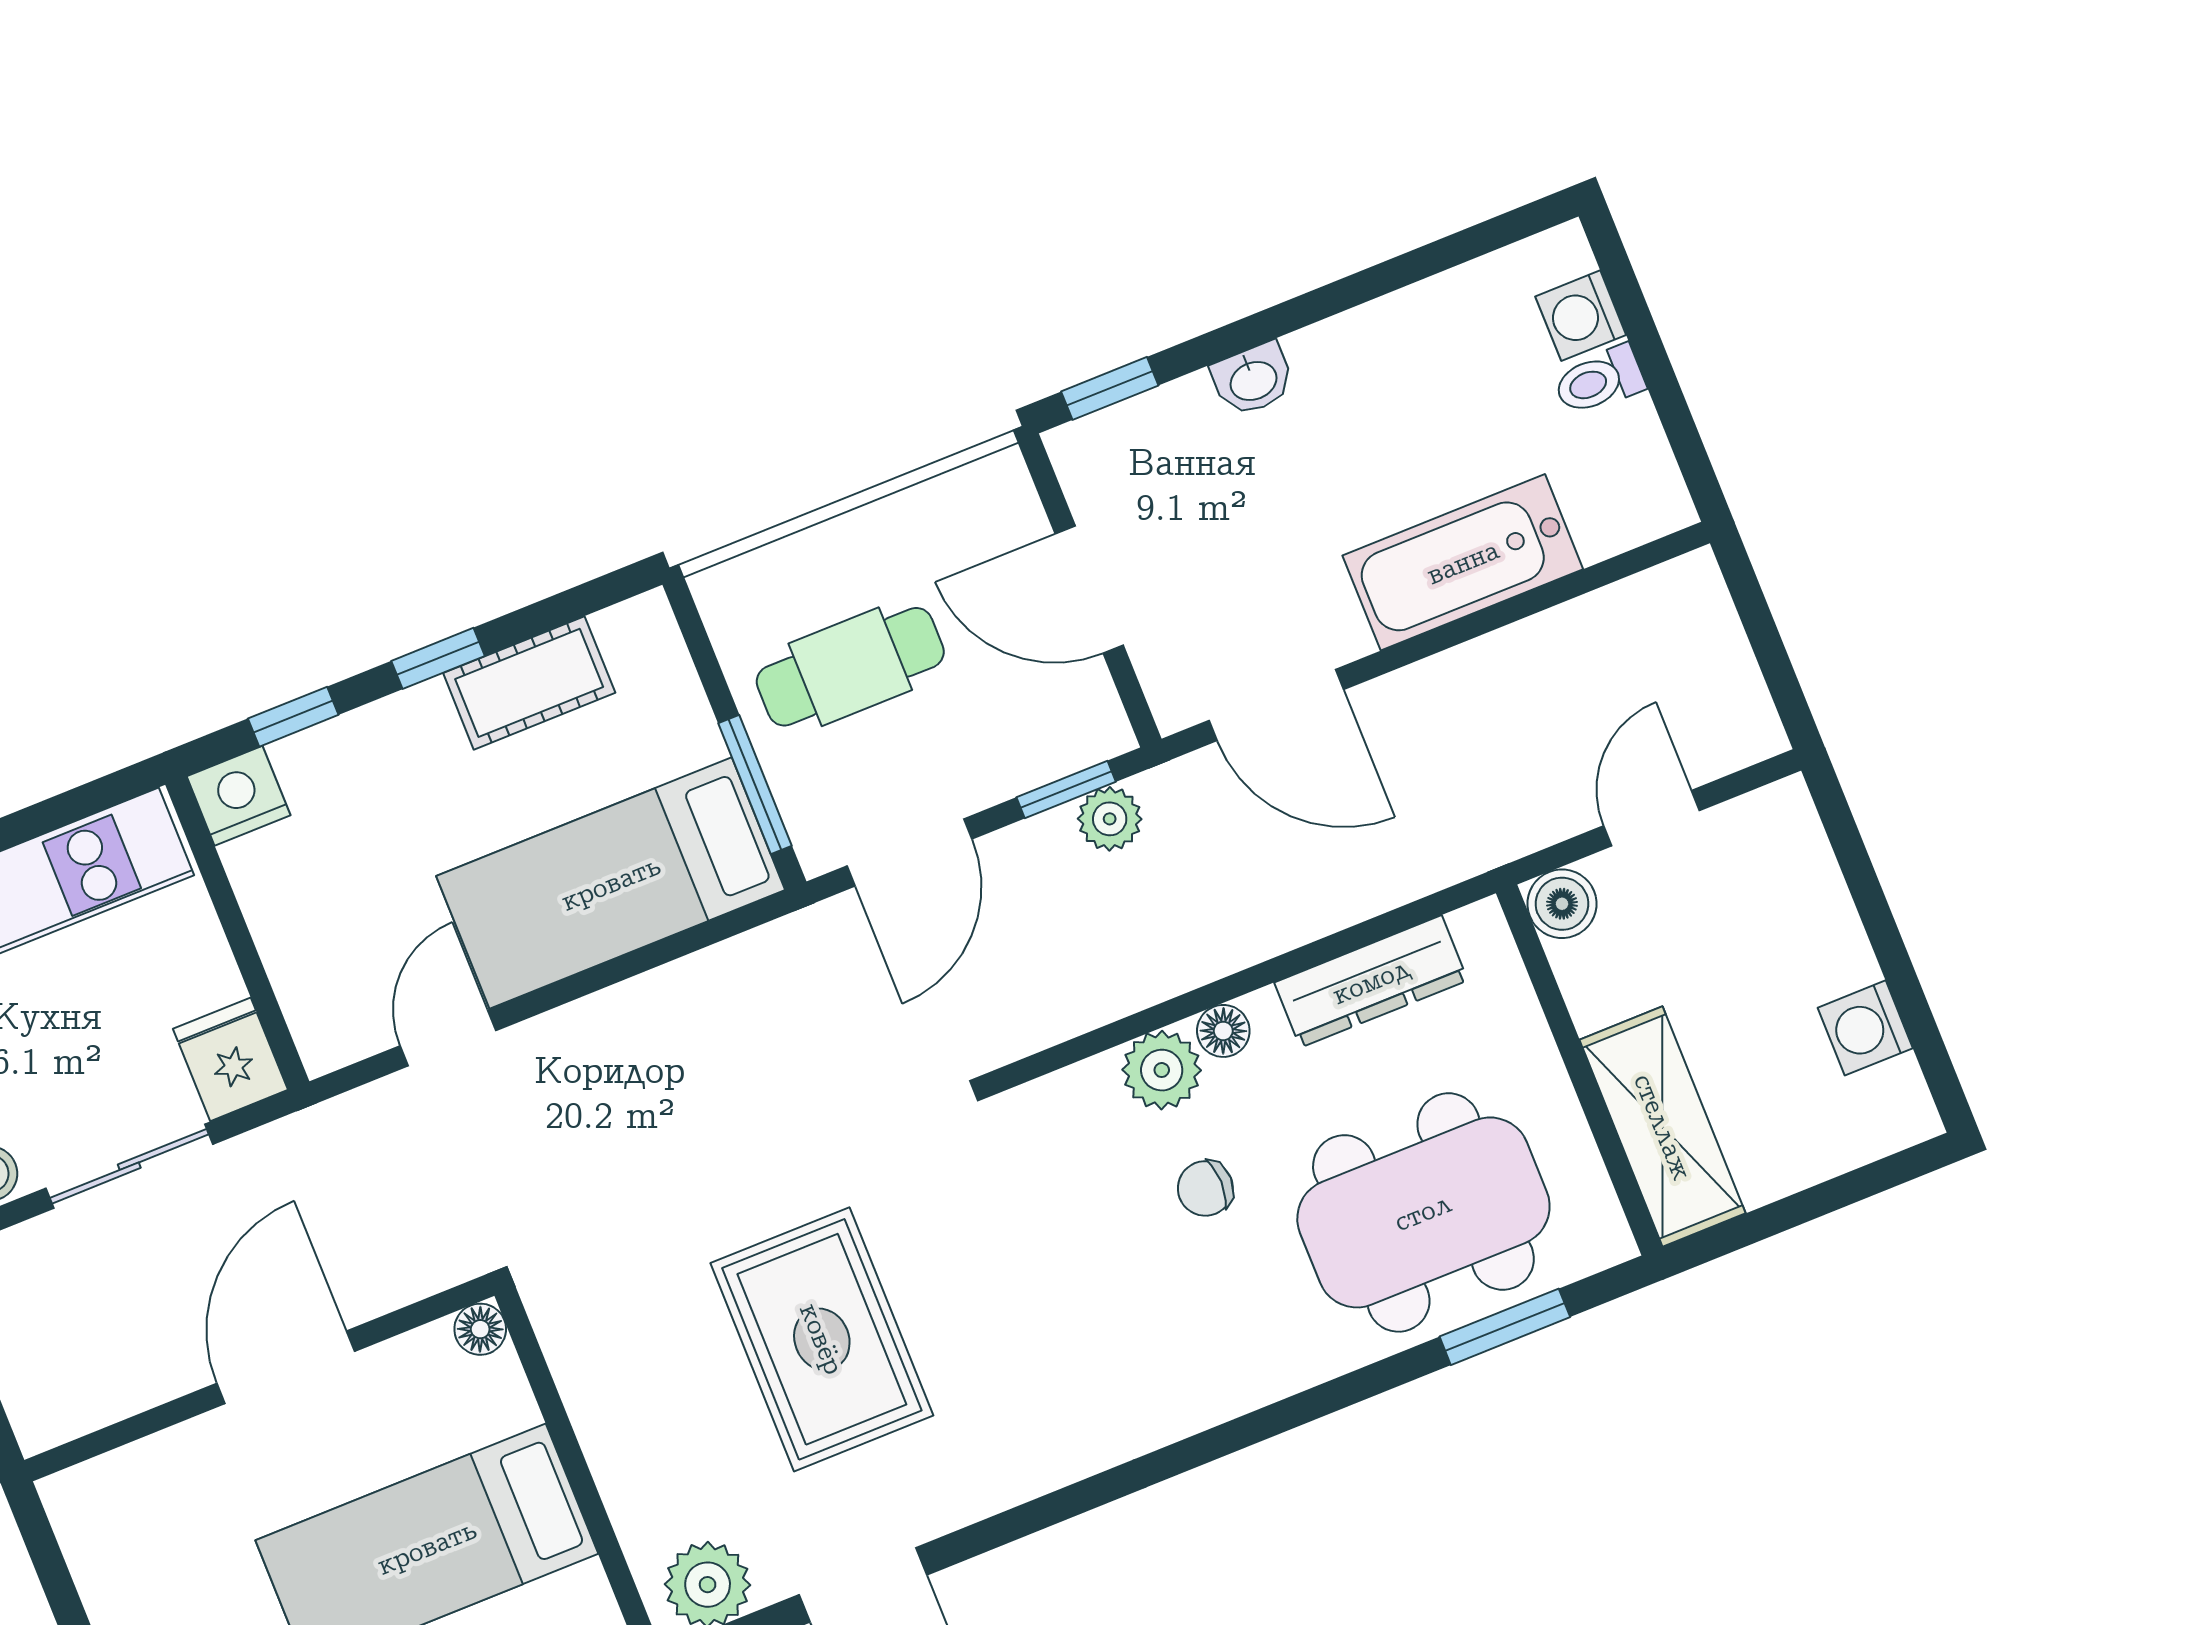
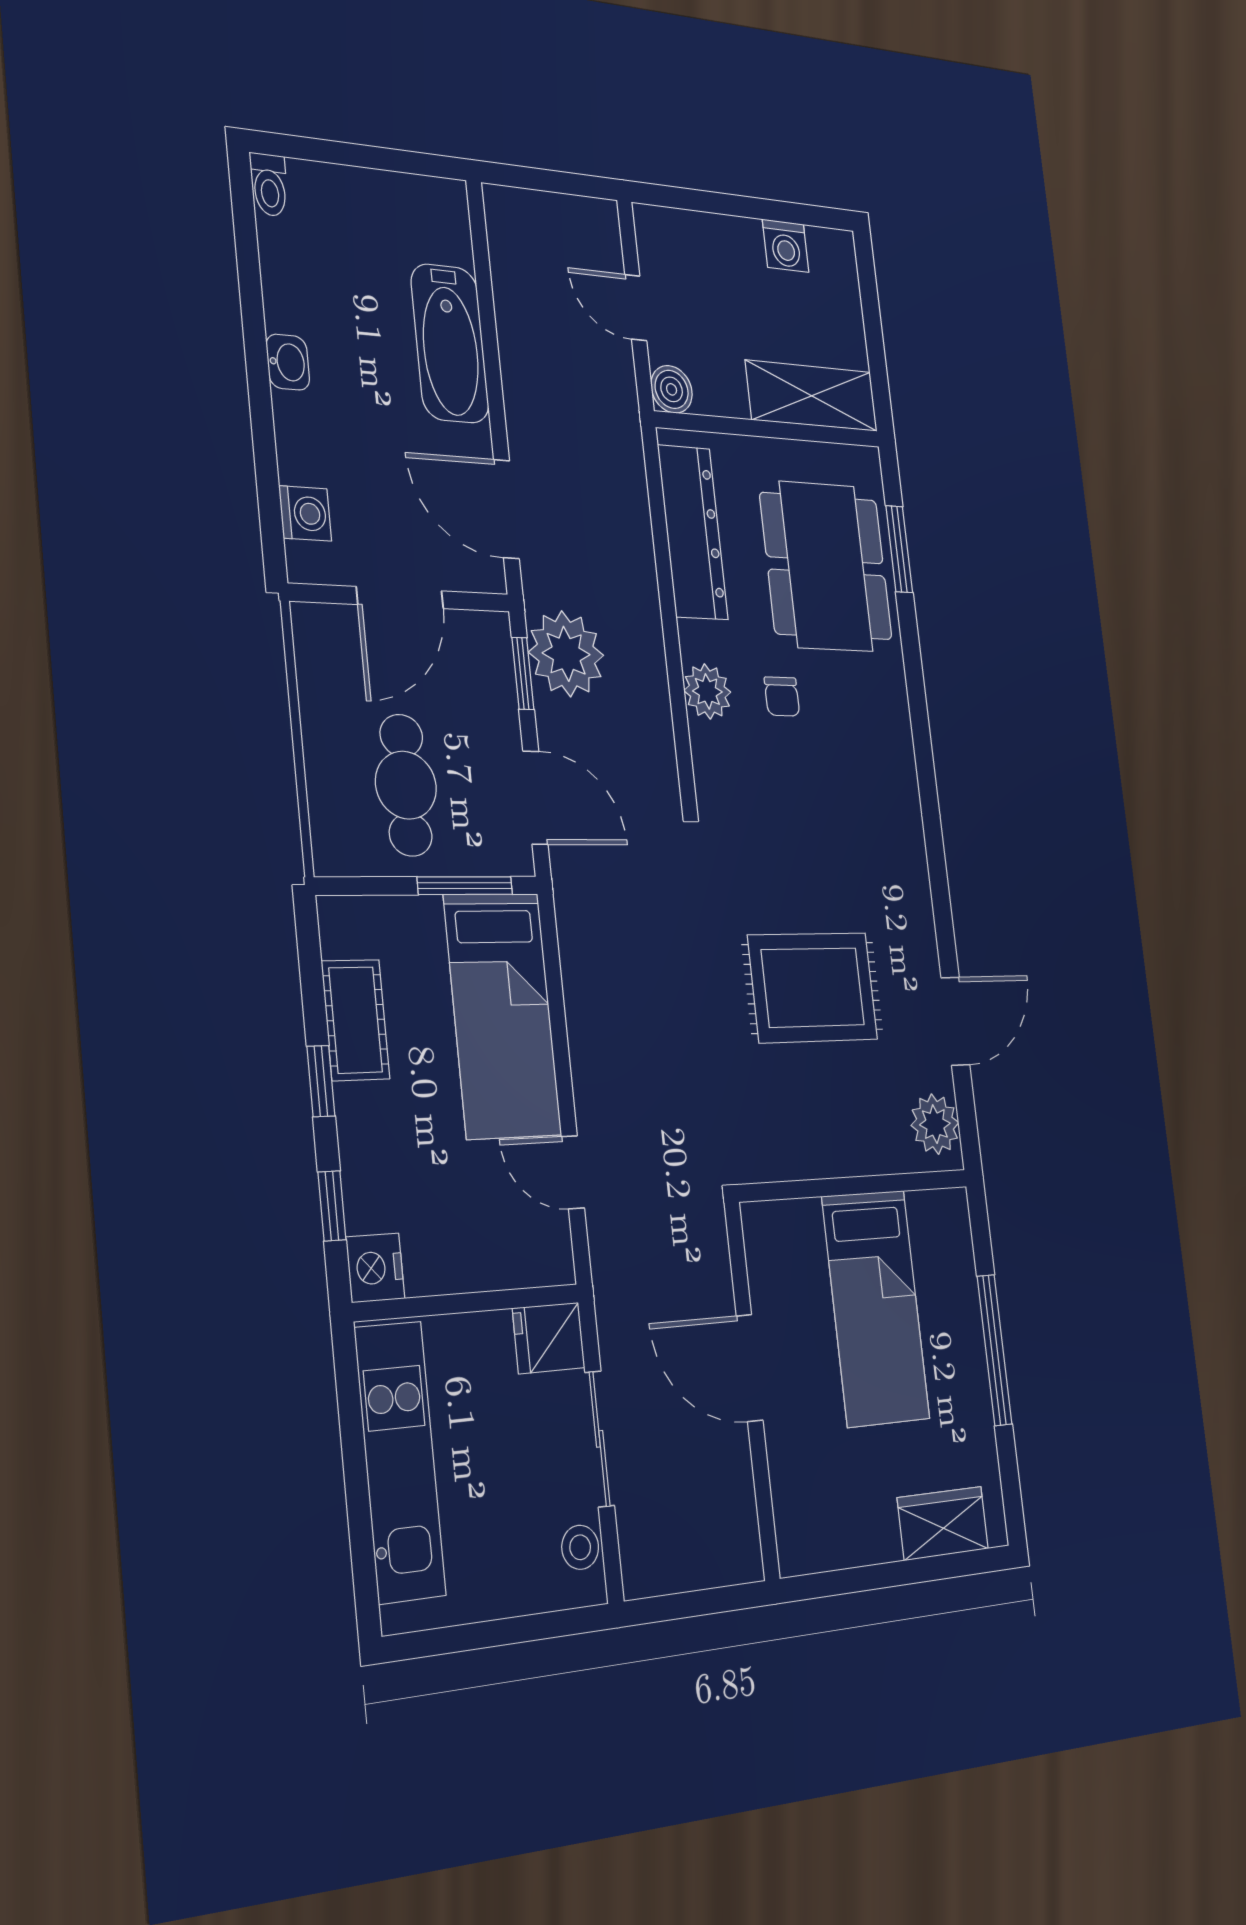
washing machine: (1581, 316) -> (305, 513), moved, turned -90
washbasin: (1253, 379) -> (288, 362), moved
toilet: (1599, 381) -> (269, 185), moved
window: (1110, 388) -> (271, 520), removed
door: (1276, 705) -> (506, 509), swing flipped
plant: (1110, 819) -> (566, 654), width x1.88, depth x1.88
dresser: (1371, 981) -> (693, 532), width x1.37, depth x1.24
floor lamp: (1223, 1031) -> (694, 641), removed
floor lamp: (480, 1329) -> (757, 1220), removed

